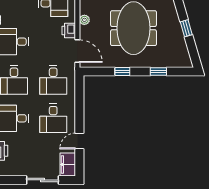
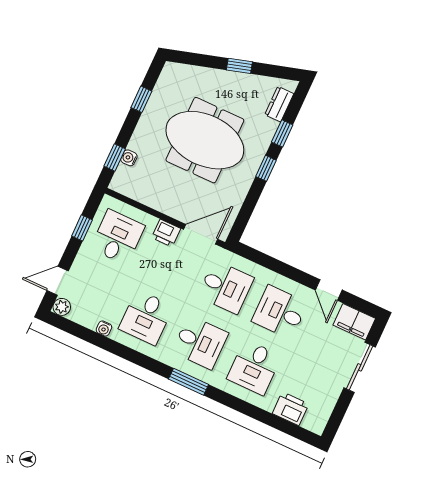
plant: (84, 20) -> (161, 204), removed
dresser: (175, 62) -> (279, 104), added
window: (122, 72) -> (266, 168), moved
desk: (53, 118) -> (280, 312), turned 180

